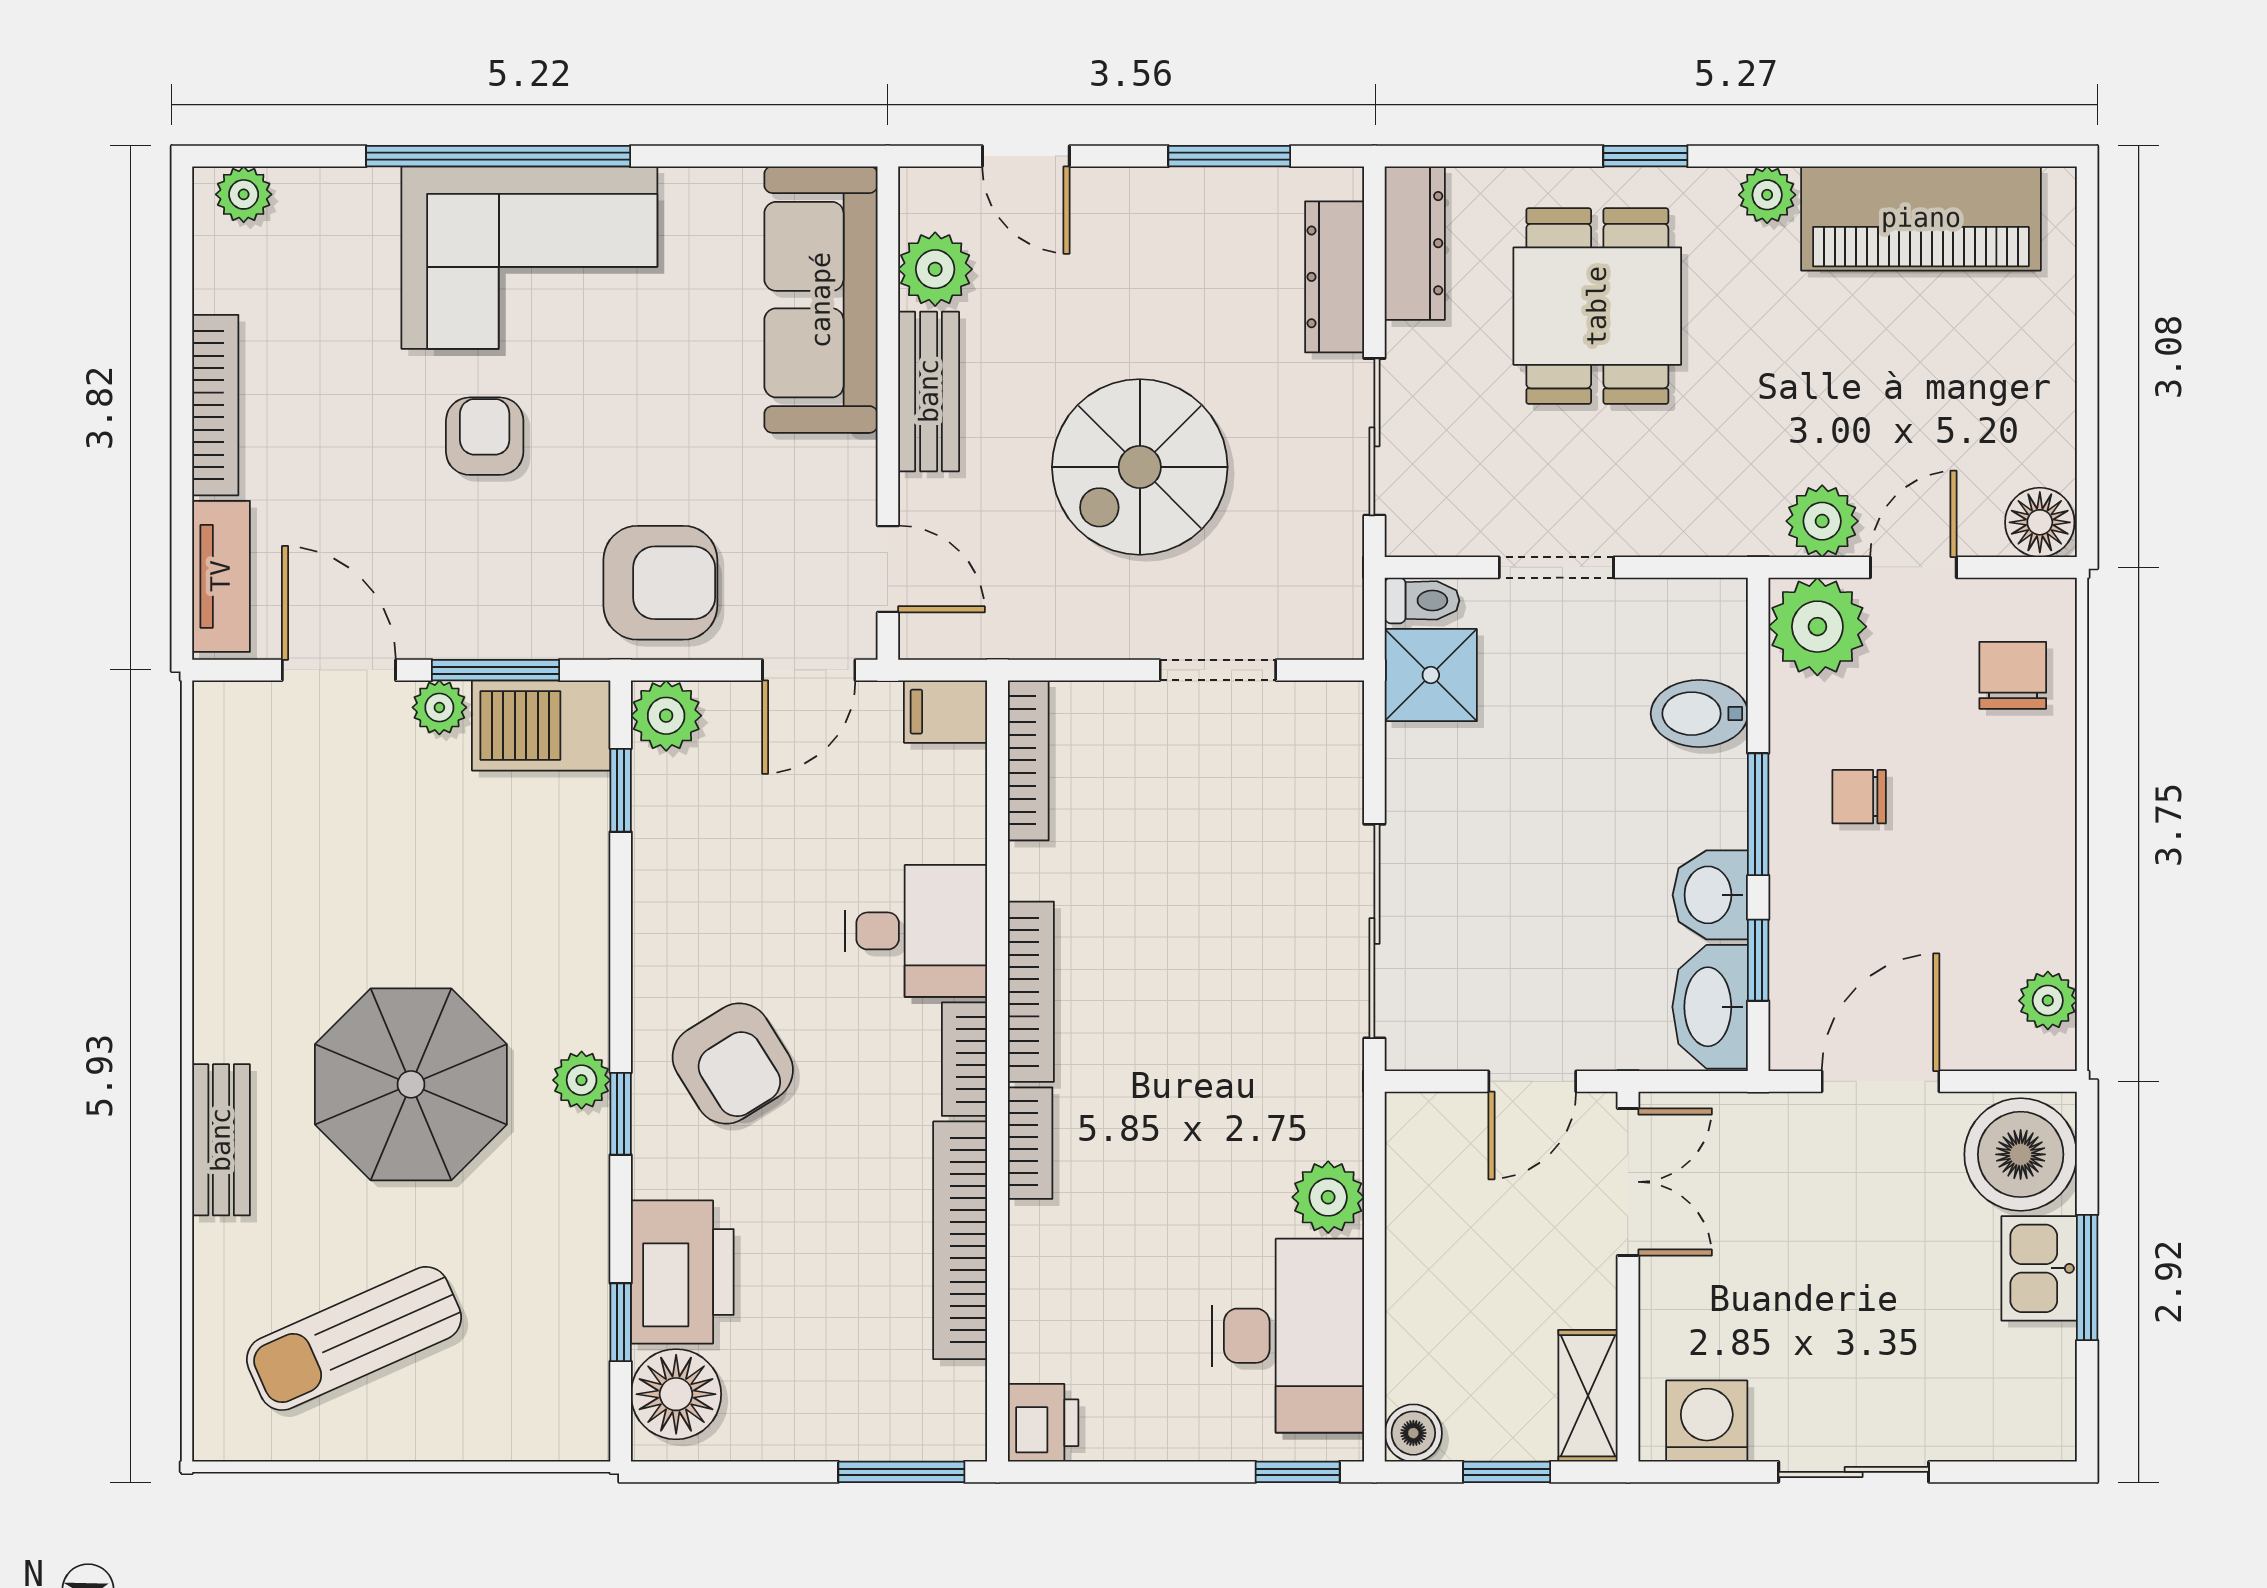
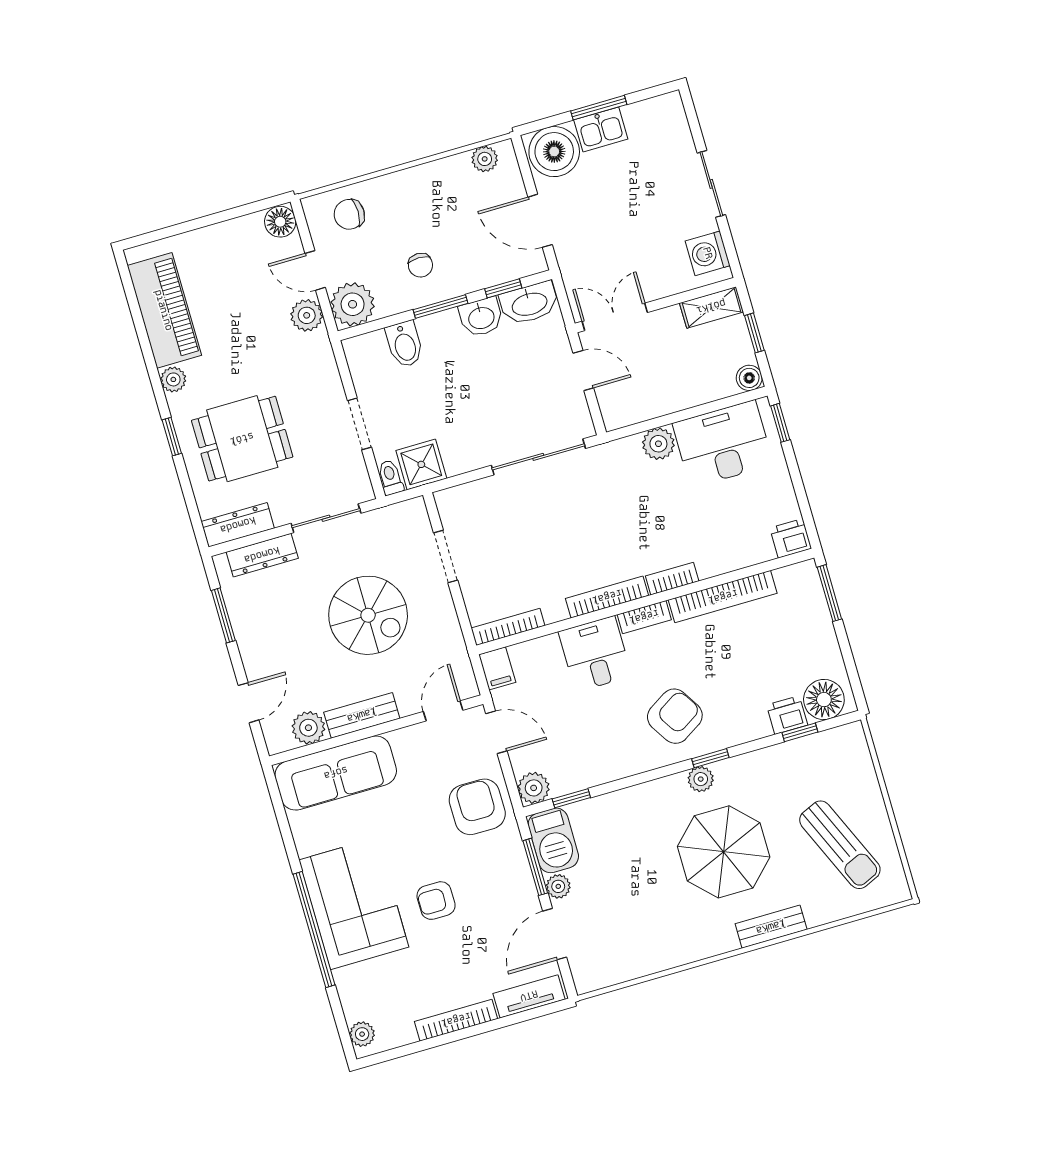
printer: (682, 1272) -> (787, 715), width x0.53, depth x0.68

